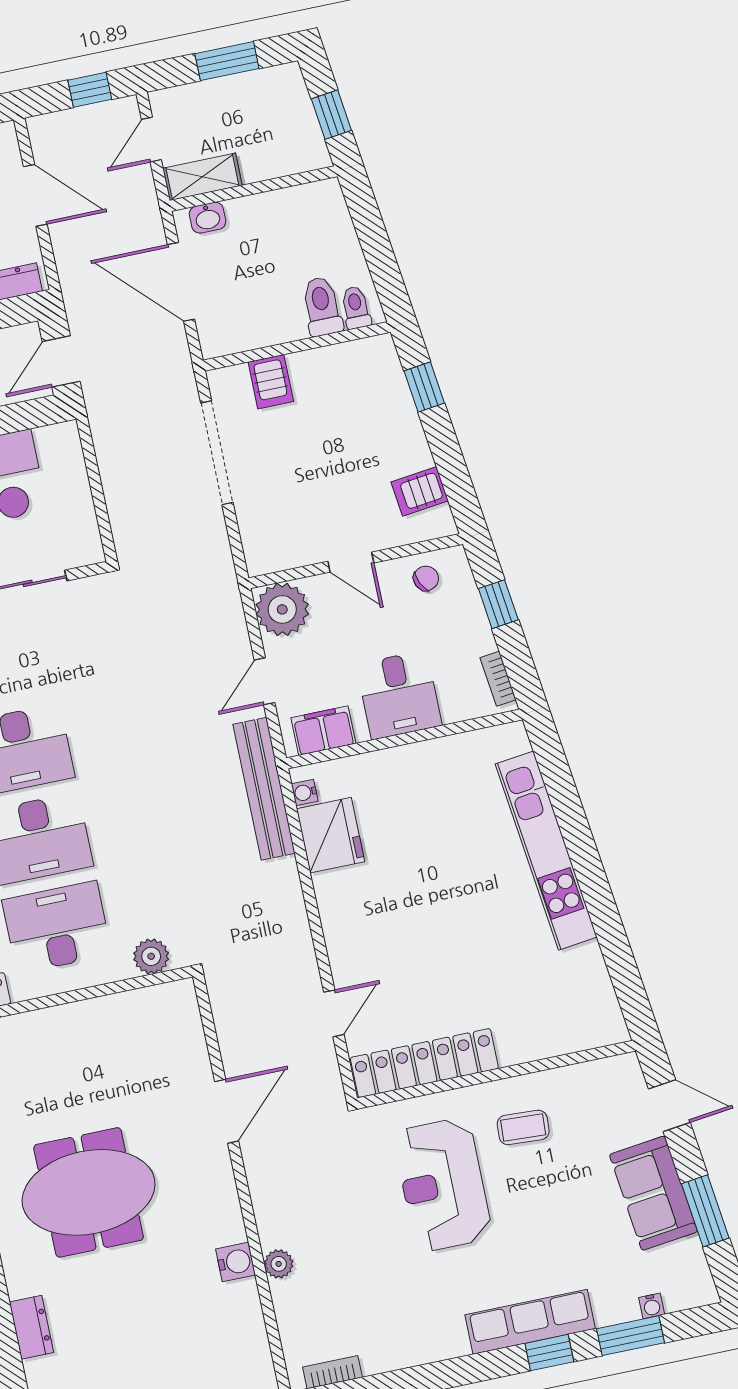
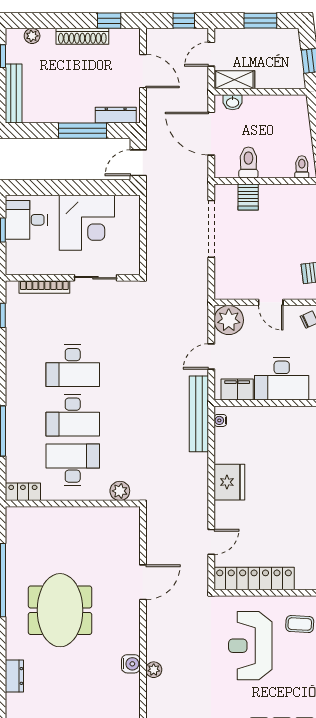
toilet: (322, 306) -> (248, 162), moved
desk: (399, 695) -> (282, 379), width x1.37
fridge: (331, 835) -> (229, 482), moved
meeting table: (89, 1192) -> (60, 610), turned 90

